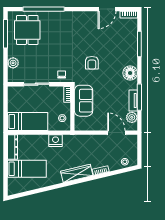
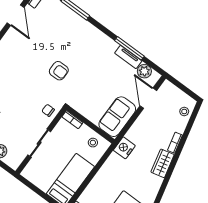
floor lamp: (130, 73) -> (98, 40), removed
sofa: (84, 101) -> (117, 117), moved, turned -90
door: (116, 133) -> (148, 98), hinge flipped
nightstand: (55, 141) -> (124, 148), moved
wardrobe: (77, 173) -> (163, 163), width x0.67

